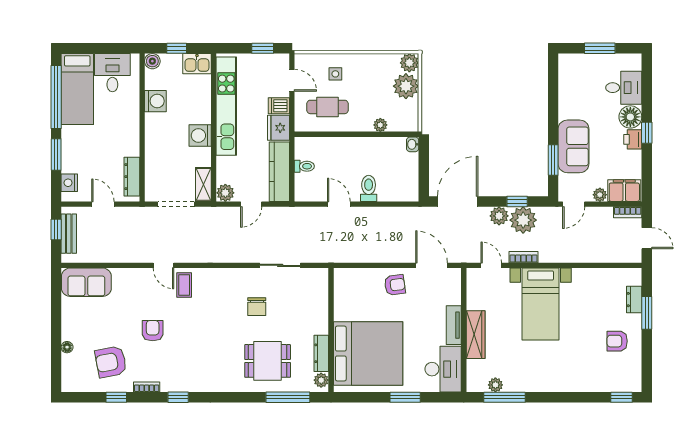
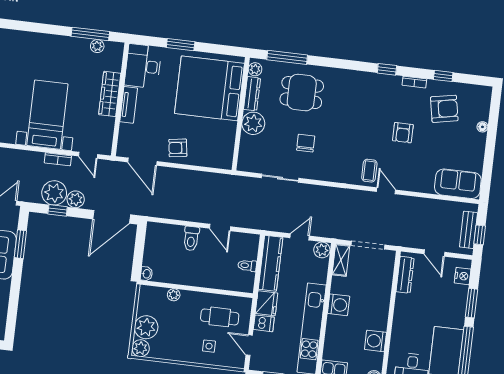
plant: (316, 321) -> (253, 123), added

